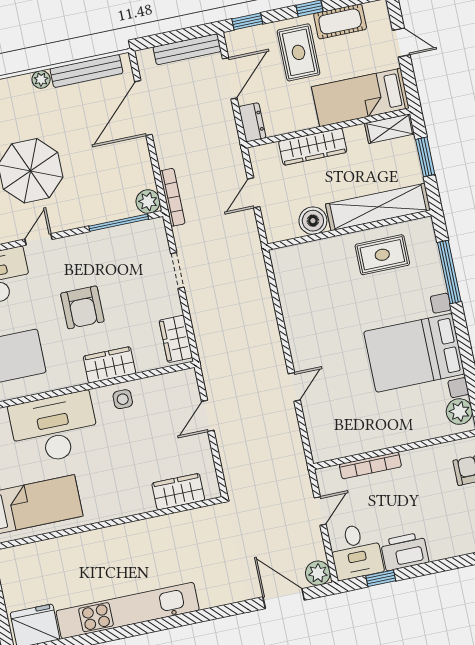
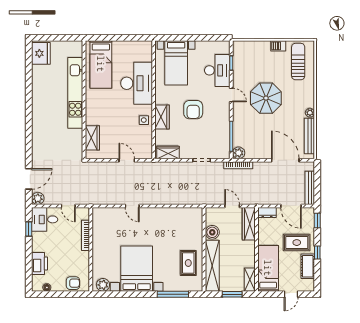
wardrobe: (313, 147) -> (249, 224), moved
armchair: (82, 307) -> (193, 110), turned -90
printer: (405, 551) -> (40, 264), moved
kitchen unit: (128, 611) -> (75, 93), moved, turned 180

